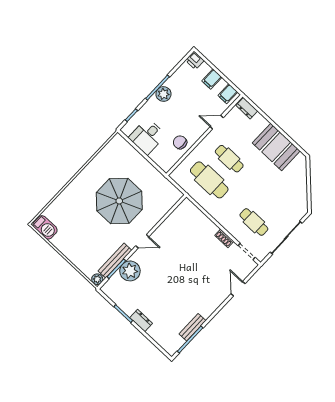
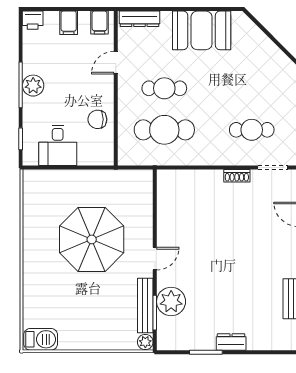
dresser: (247, 108) -> (139, 19), width x1.44

